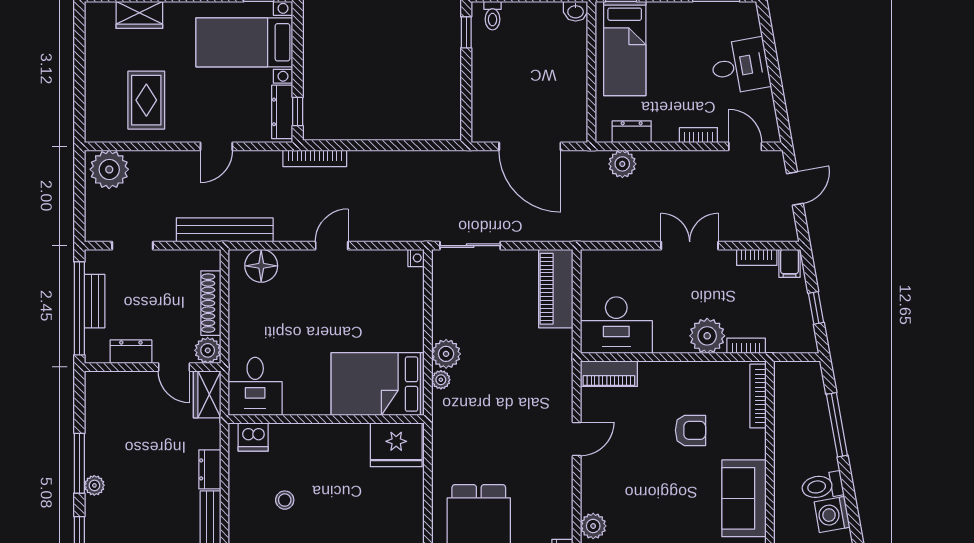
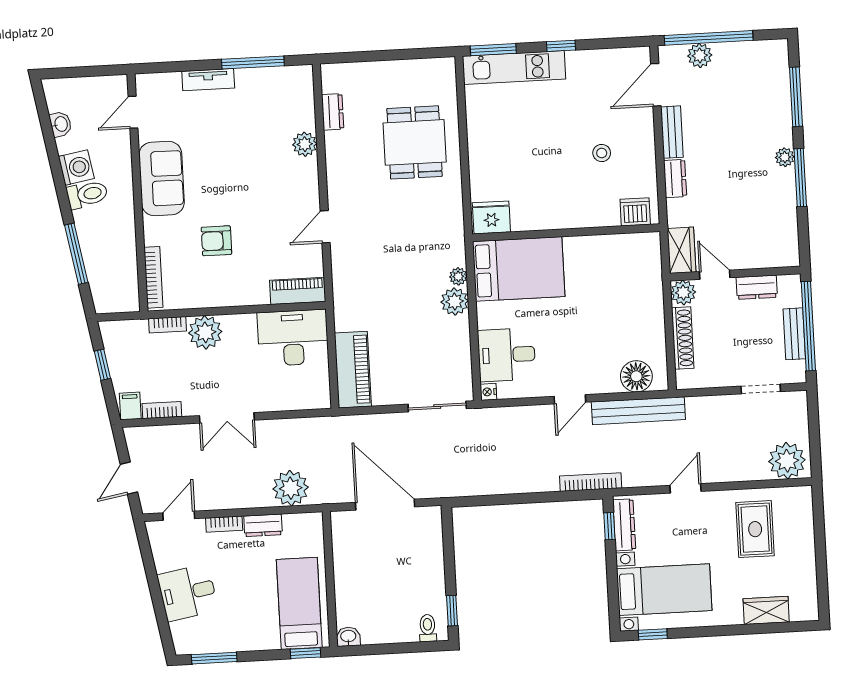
dresser: (632, 132) -> (263, 525), moved
door: (745, 146) -> (179, 516), swing flipped
plant: (622, 164) -> (291, 488), width x1.36, depth x1.36
bench: (225, 230) -> (638, 411), moved
desk: (255, 386) -> (507, 355), moved, turned -90
fridge: (396, 445) -> (491, 217), width x0.73, depth x0.75

